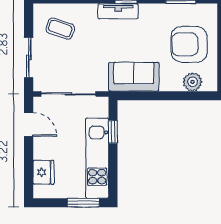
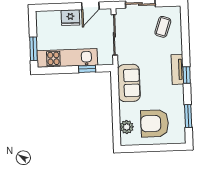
armchair: (189, 44) -> (155, 123), turned -90
fridge: (43, 172) -> (70, 18), moved

